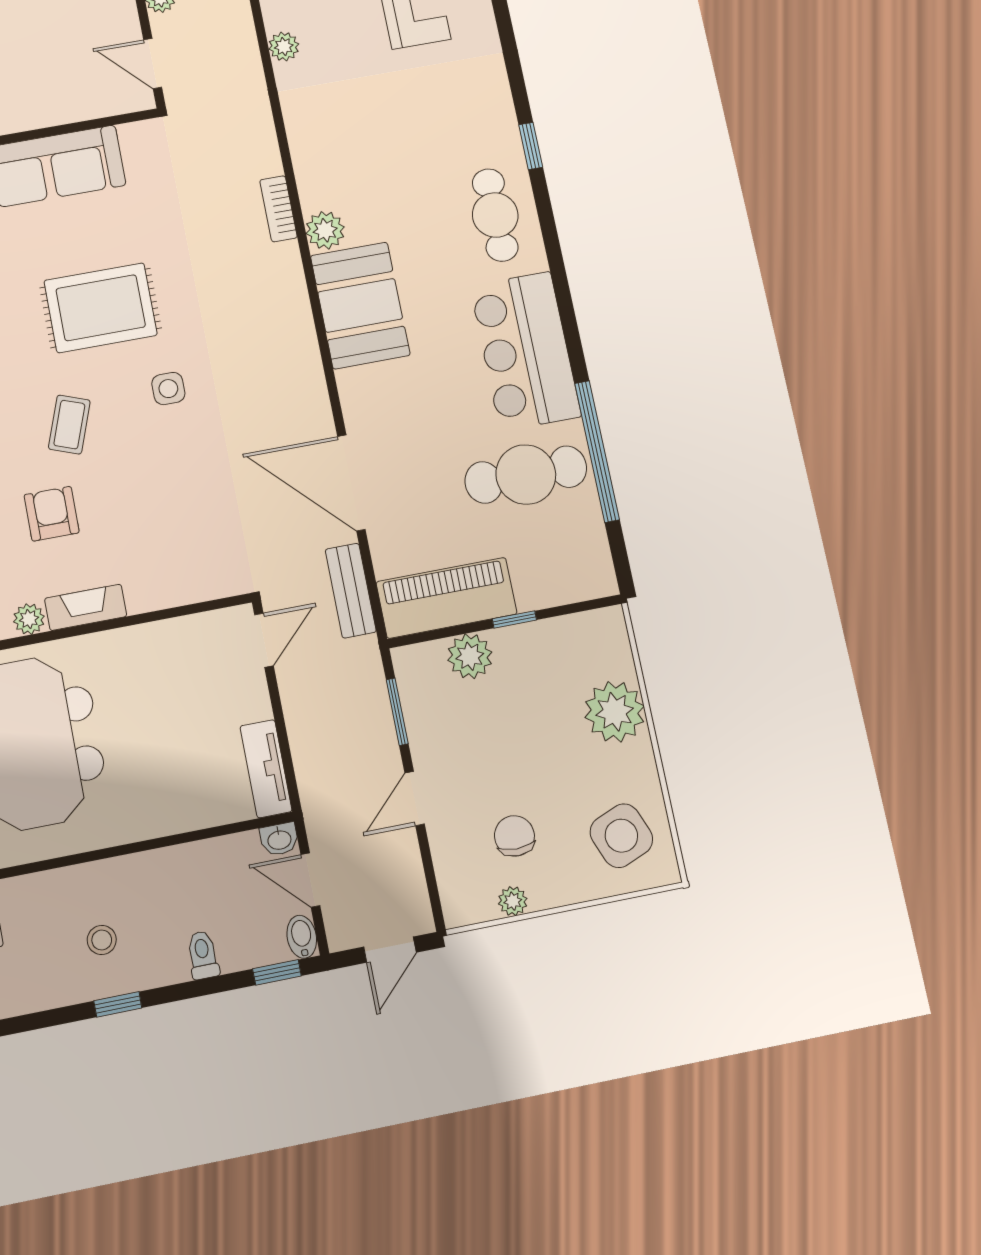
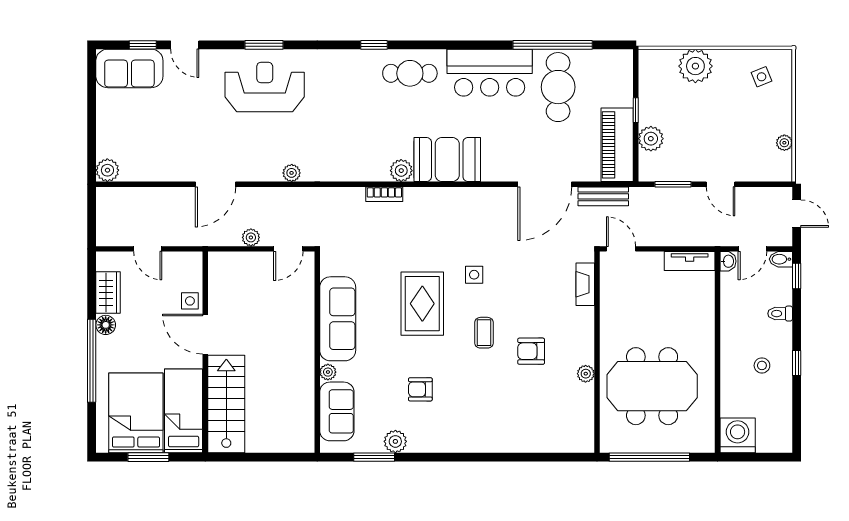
coffee table: (69, 425) -> (484, 333), turned 70
fireplace: (86, 607) -> (585, 284), moved
chair: (514, 836) -> (751, 135), removed
side table: (621, 836) -> (762, 77), width x0.54, depth x0.54

